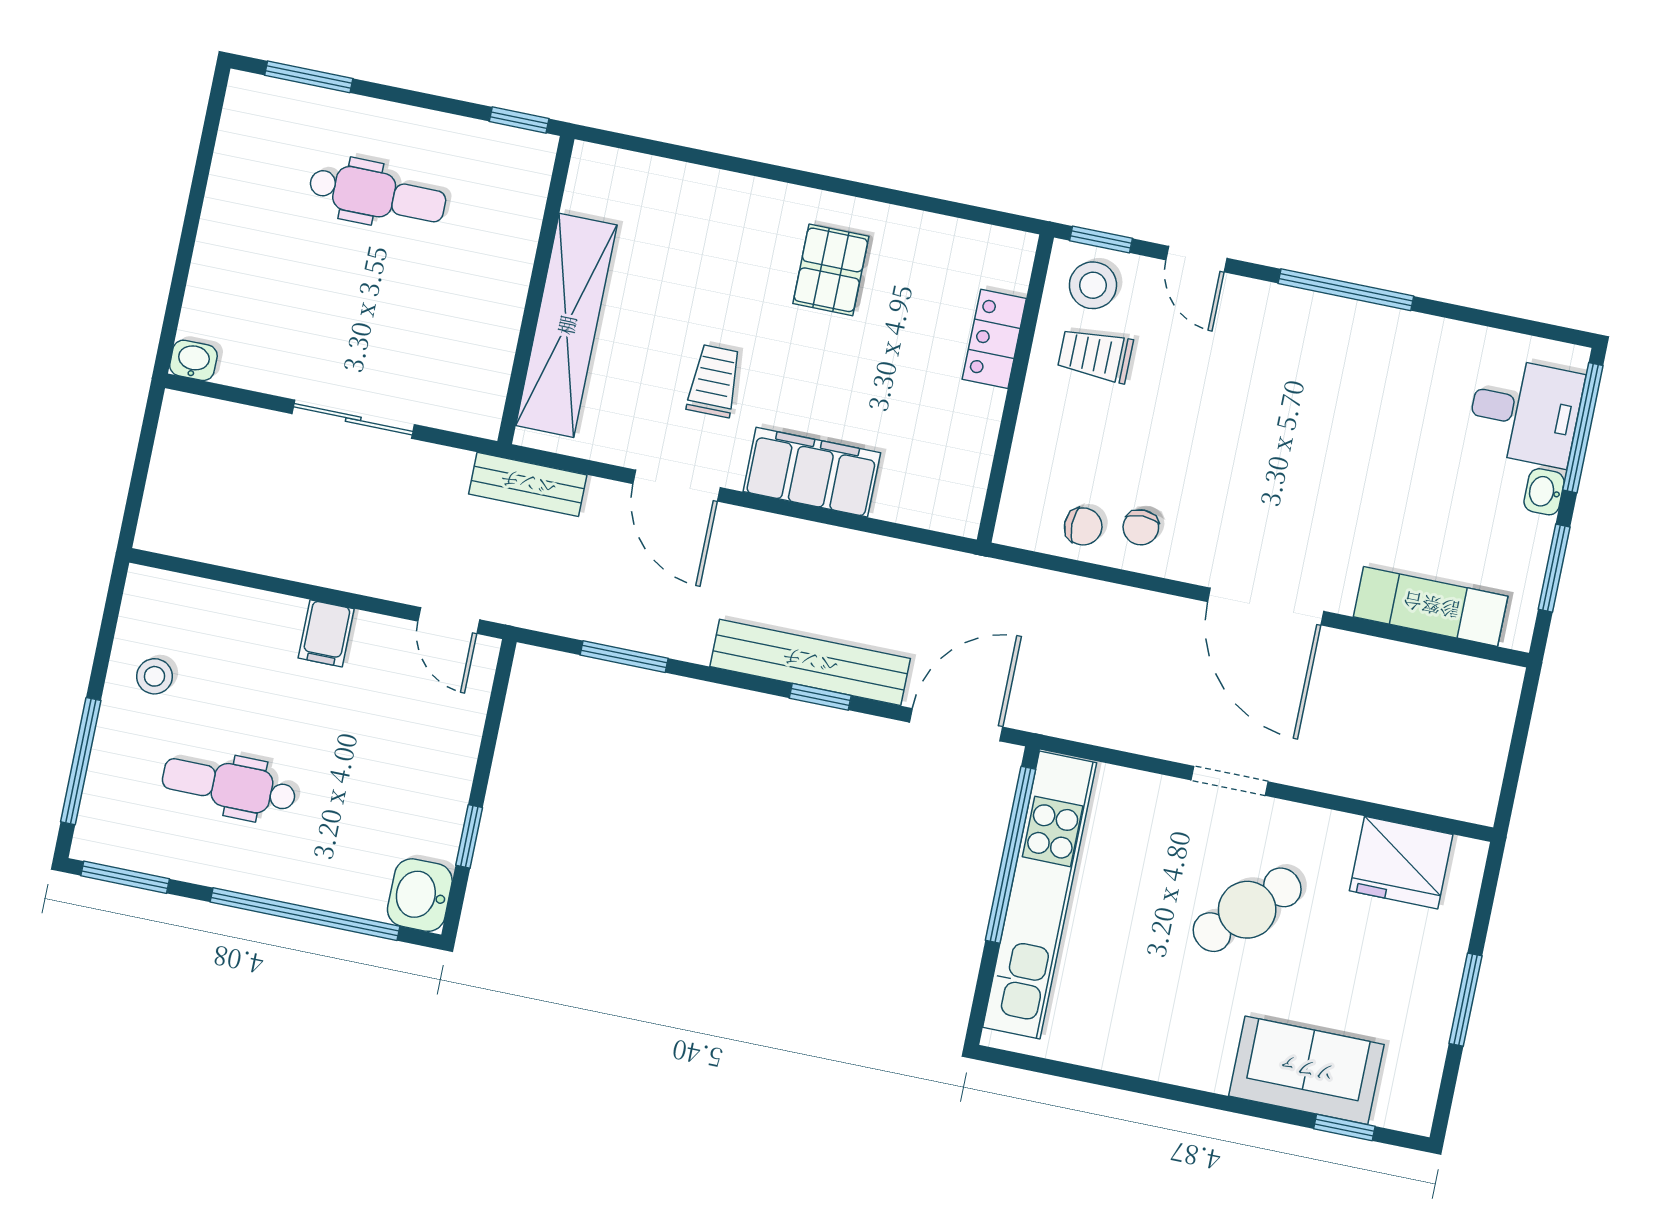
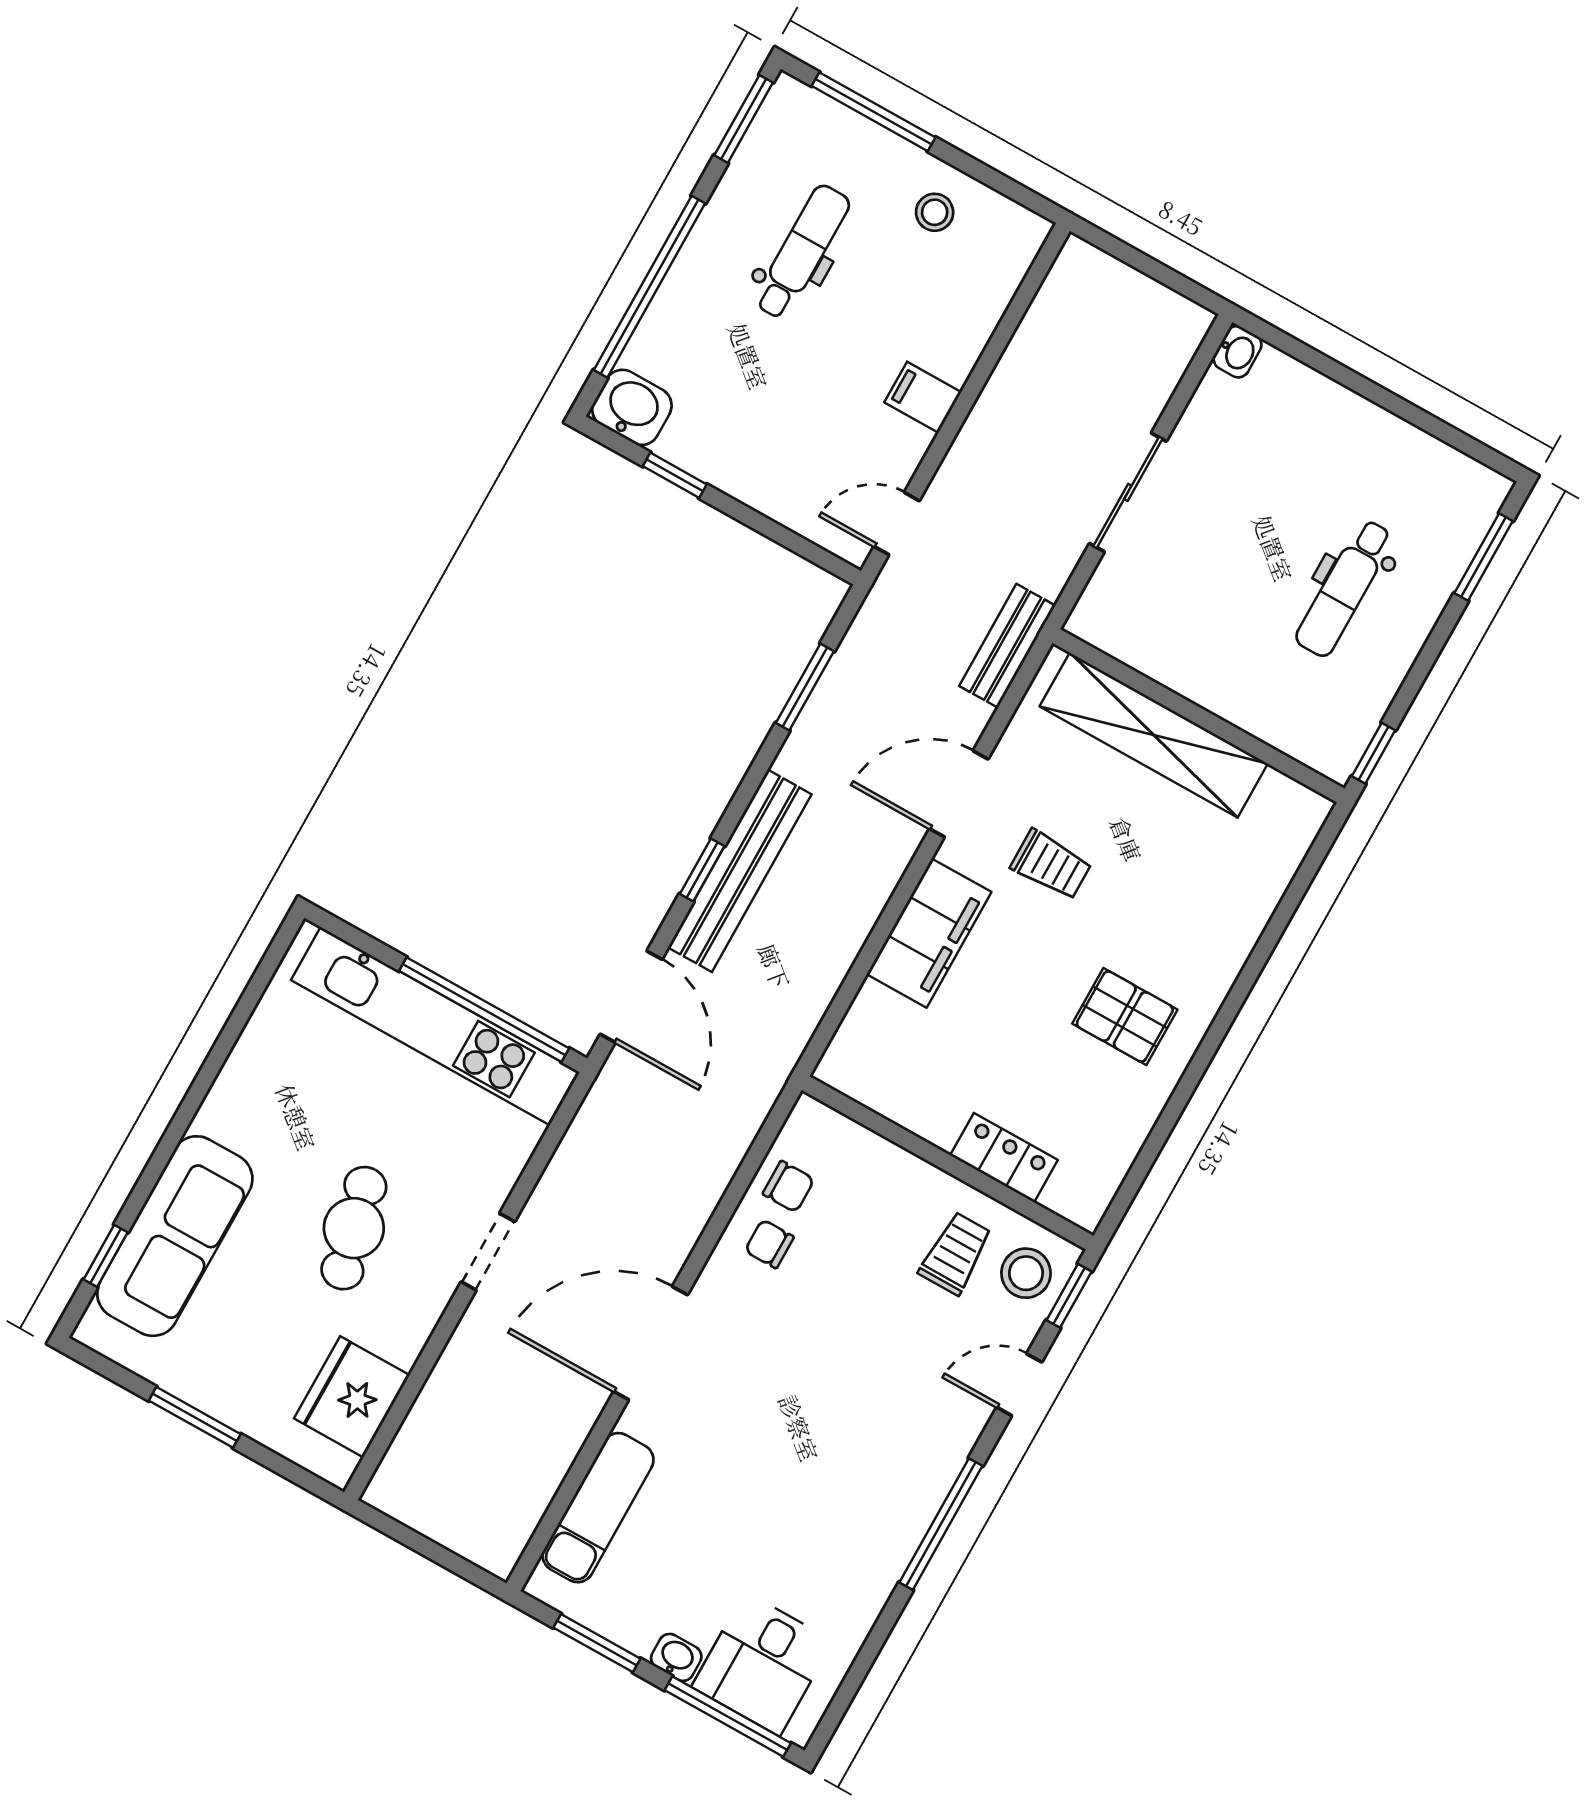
chair: (1083, 526) -> (788, 1187), turned -90
cafe table: (1247, 910) -> (354, 1228), turned 30
sofa: (1306, 1070) -> (175, 1236), width x1.36

